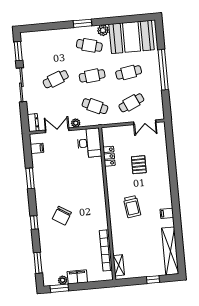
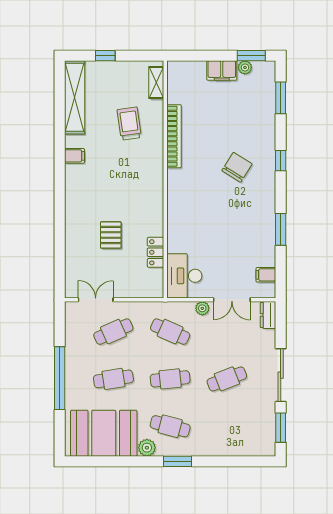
trolley: (132, 207) -> (129, 124), moved
bookcase: (106, 250) -> (174, 136), moved

